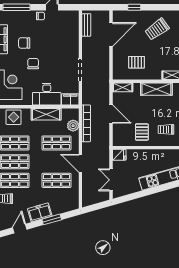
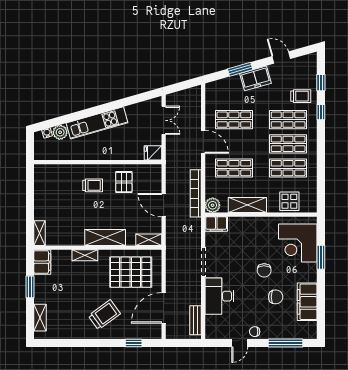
pallet: (137, 62) -> (131, 272), width x2.05, depth x2.00
desk: (47, 94) -> (219, 296), moved, turned -90
plant: (73, 126) -> (213, 205), moved
door: (20, 229) -> (281, 58), swing flipped

